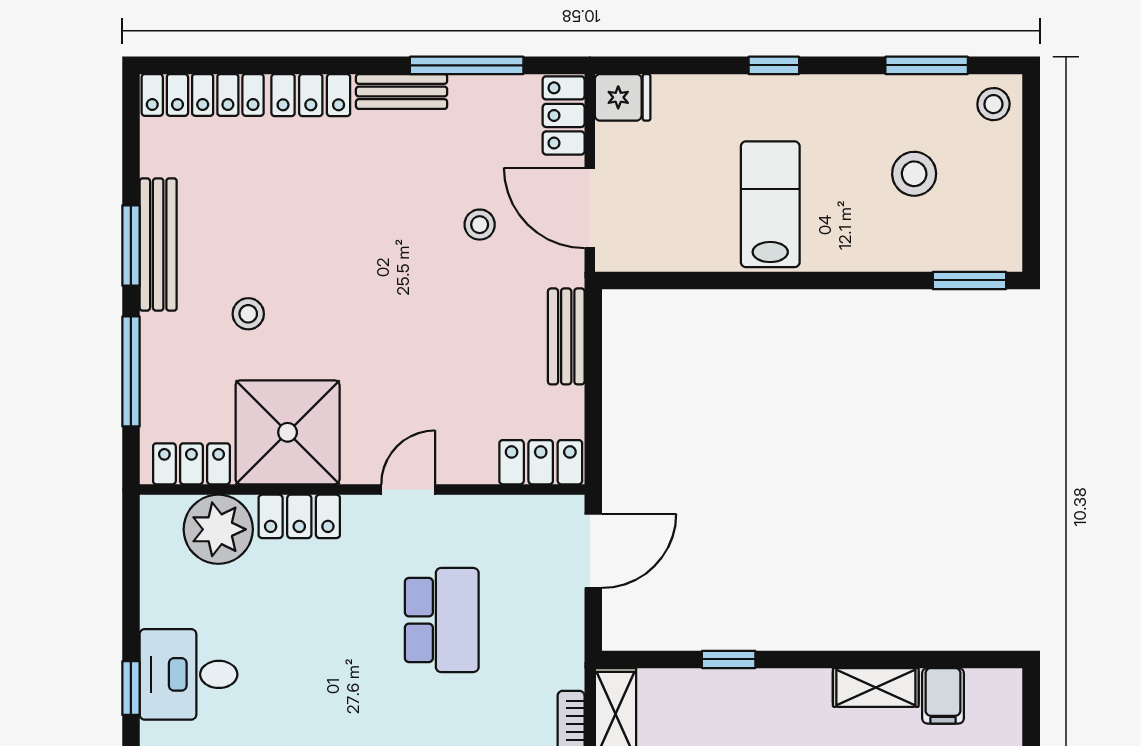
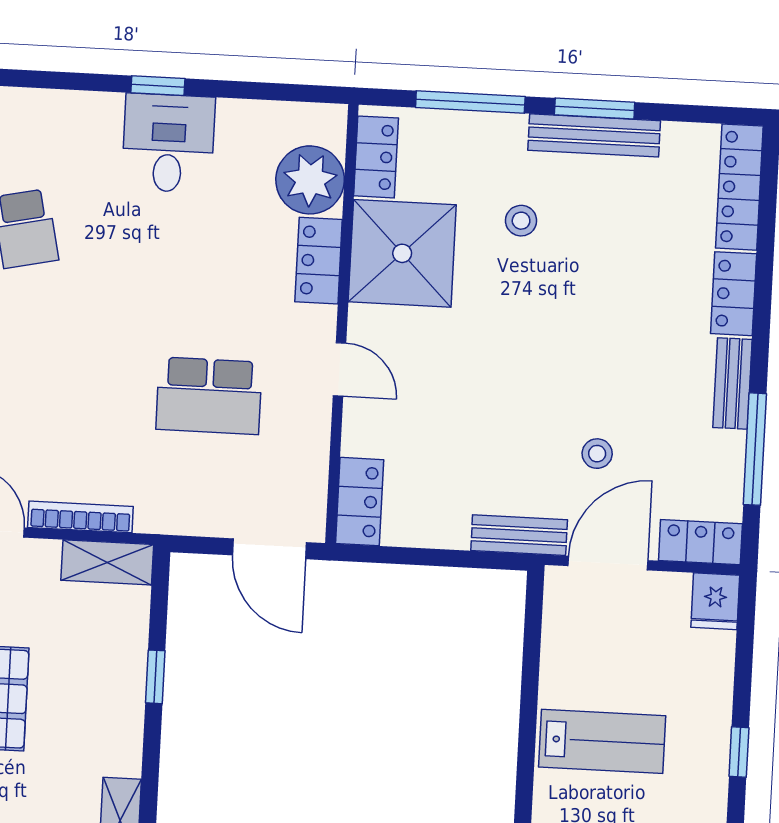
bench: (566, 336) -> (519, 535), moved

